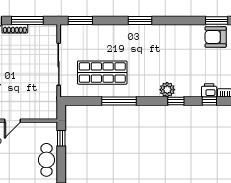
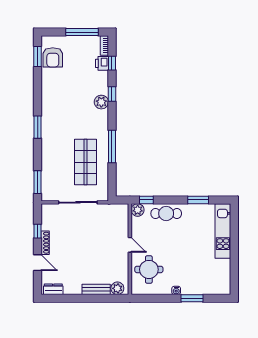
window: (27, 21) -> (38, 231), width x0.46
plant: (50, 129) -> (138, 210), added

